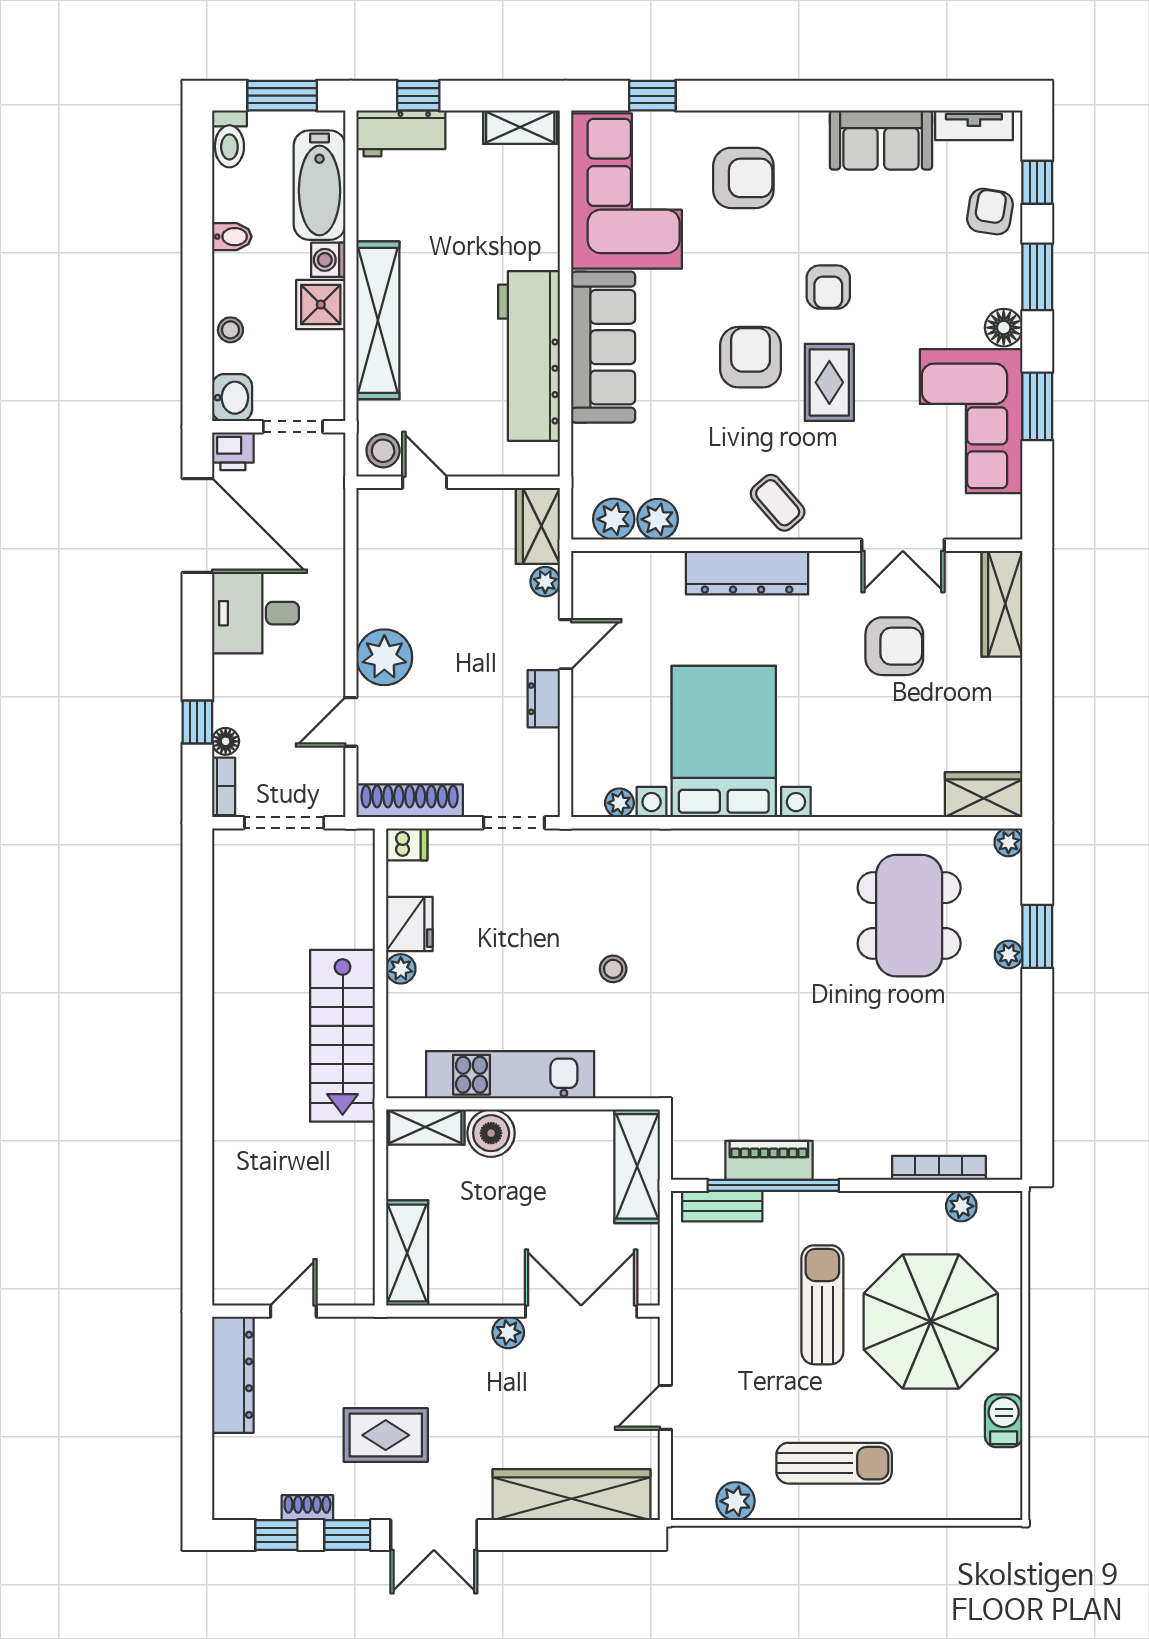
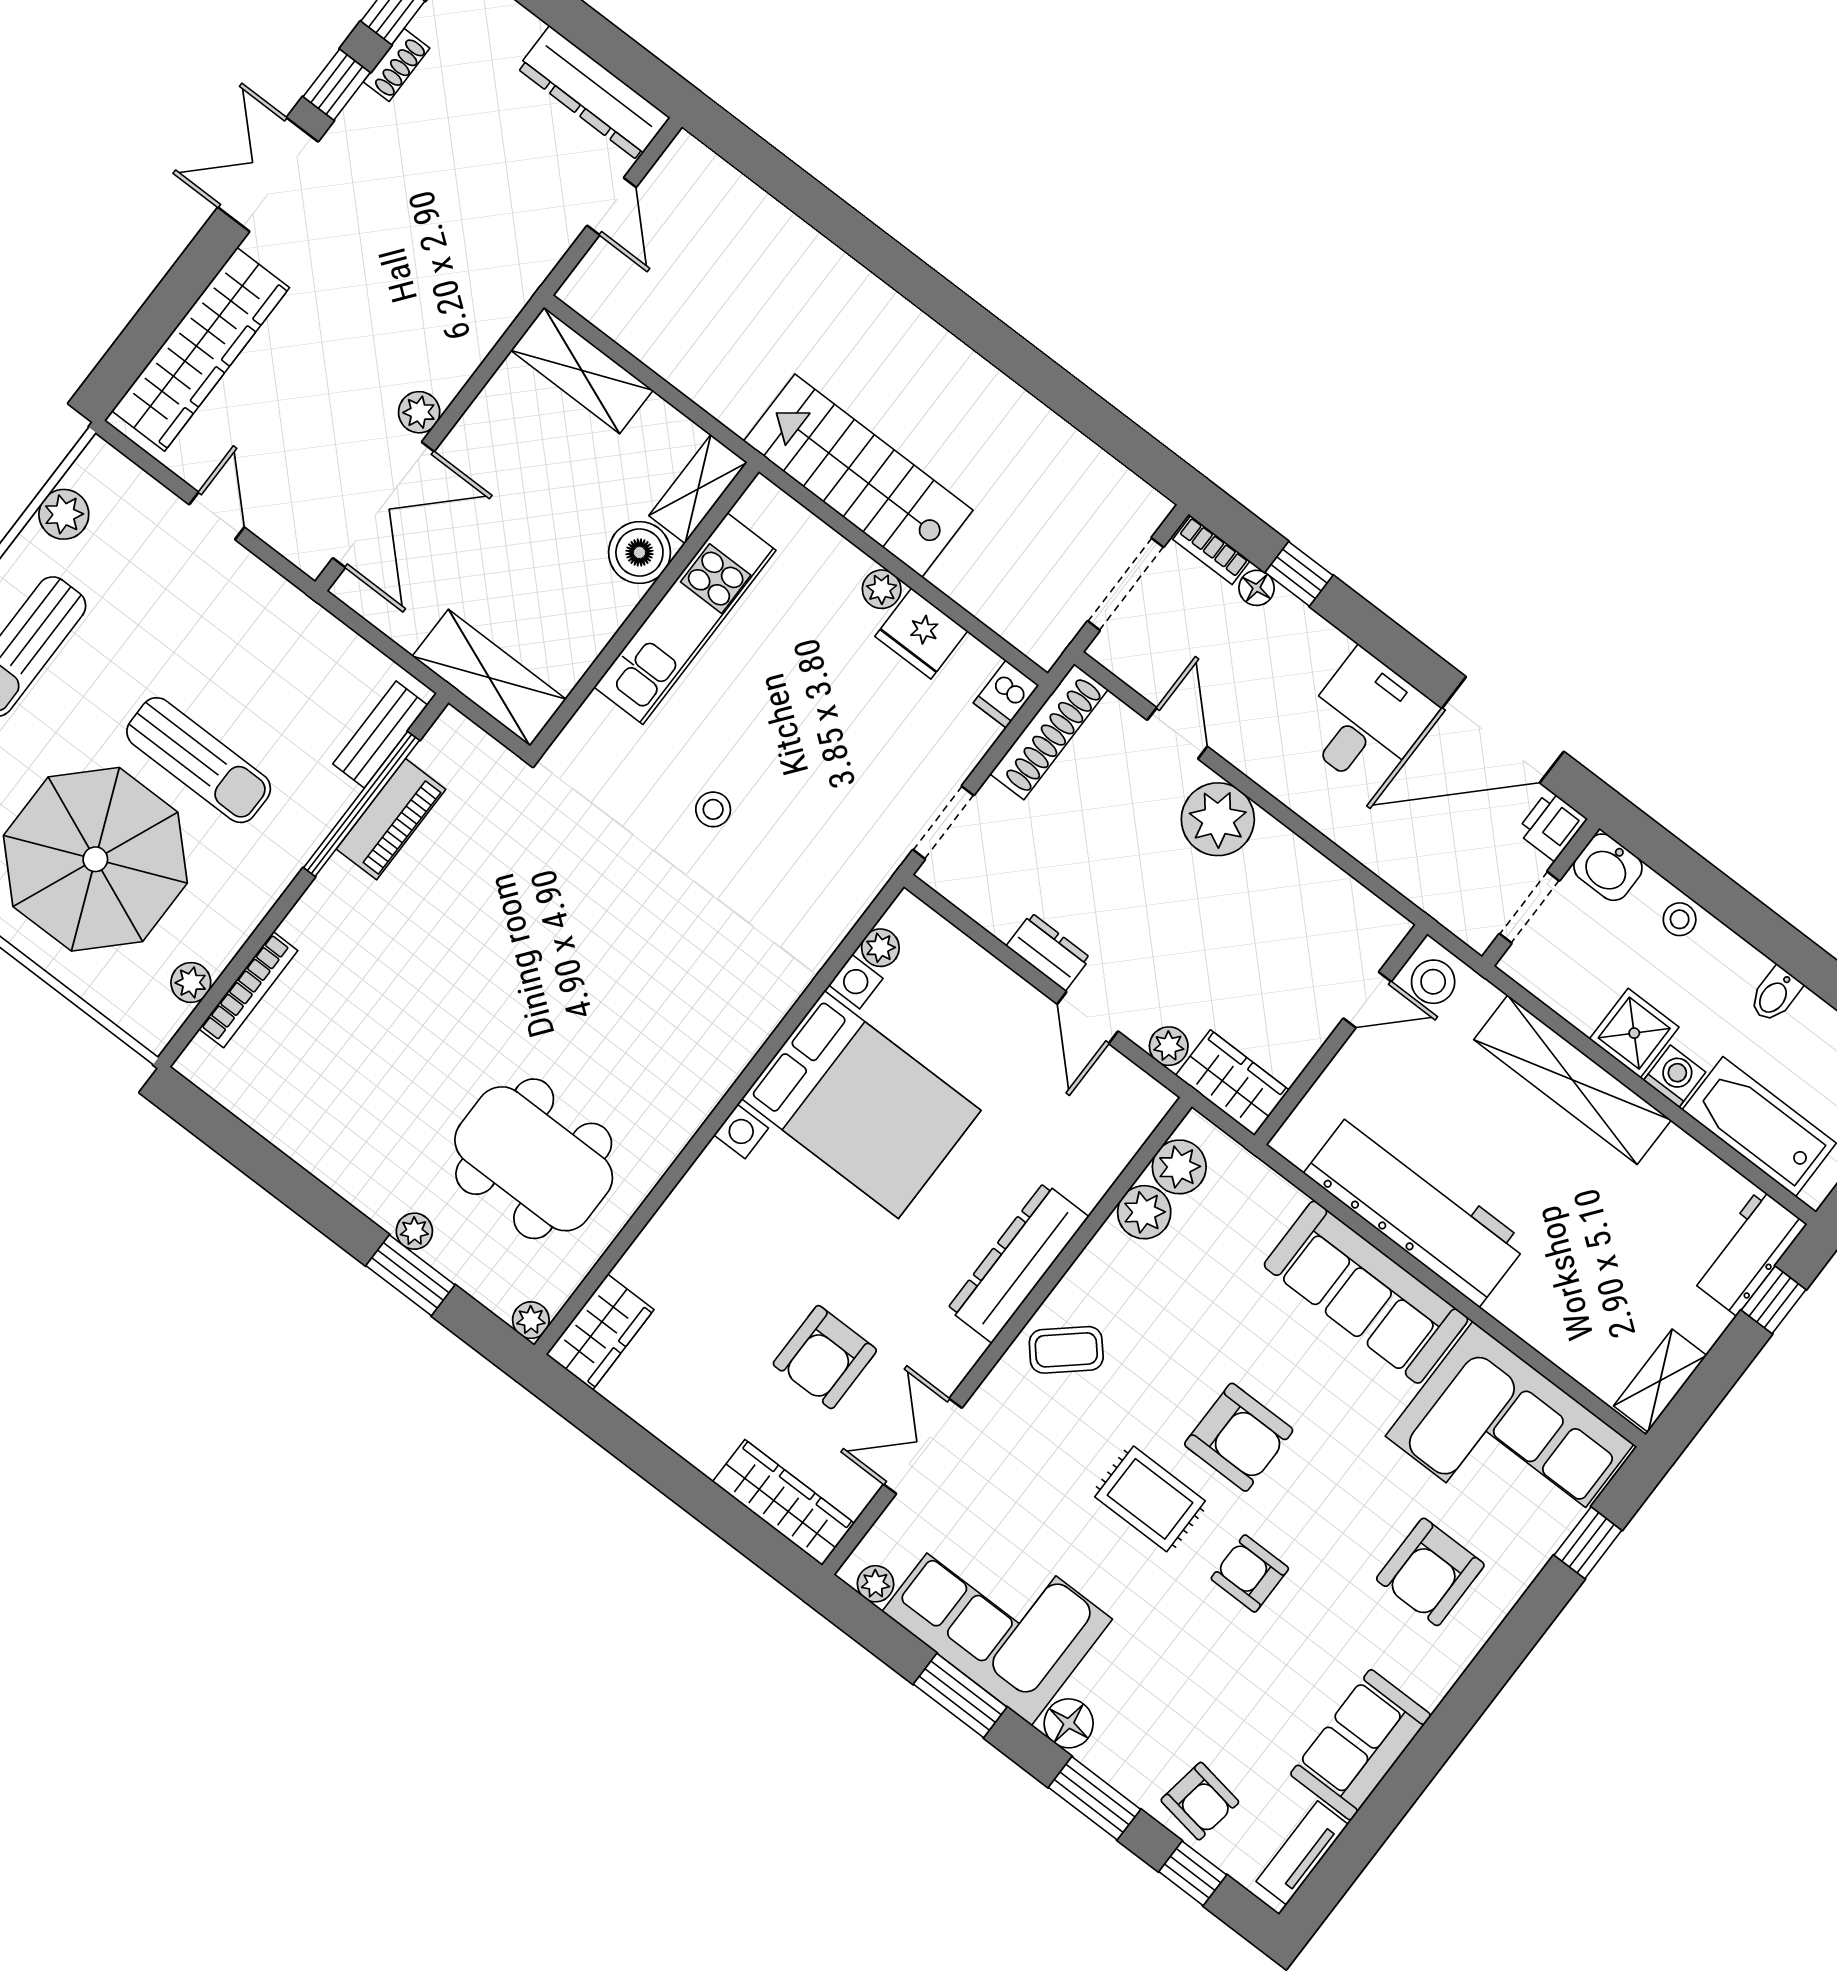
plant: (1009, 510) -> (876, 1584), added
rug: (386, 1435) -> (410, 204), removed

